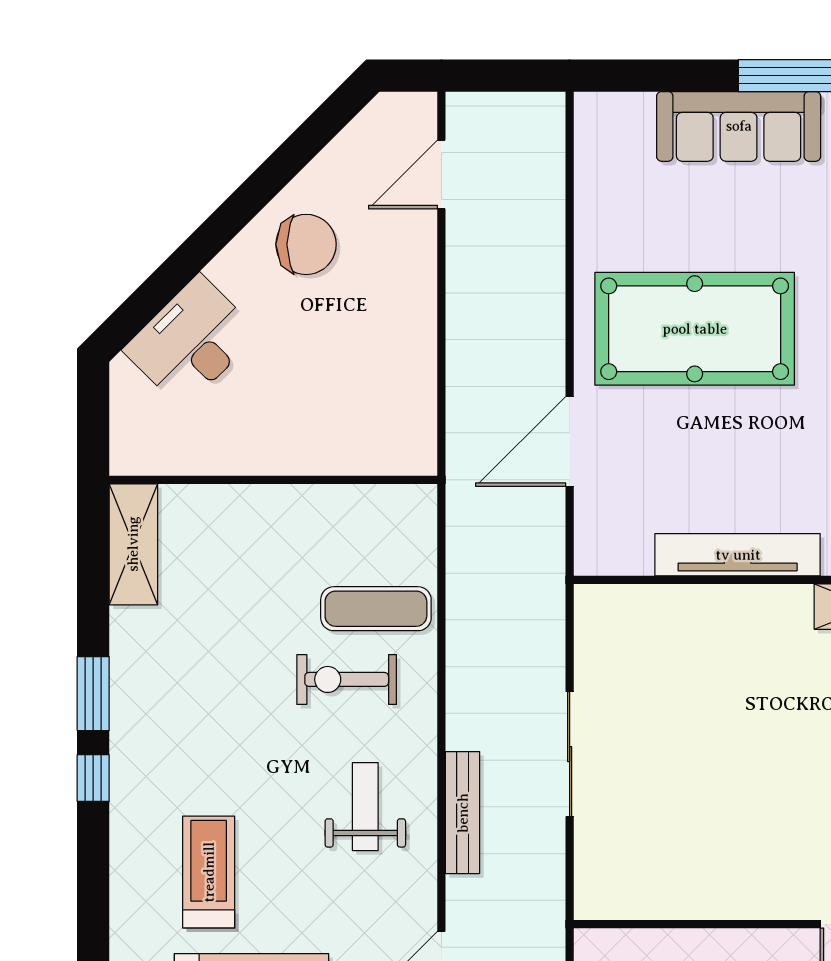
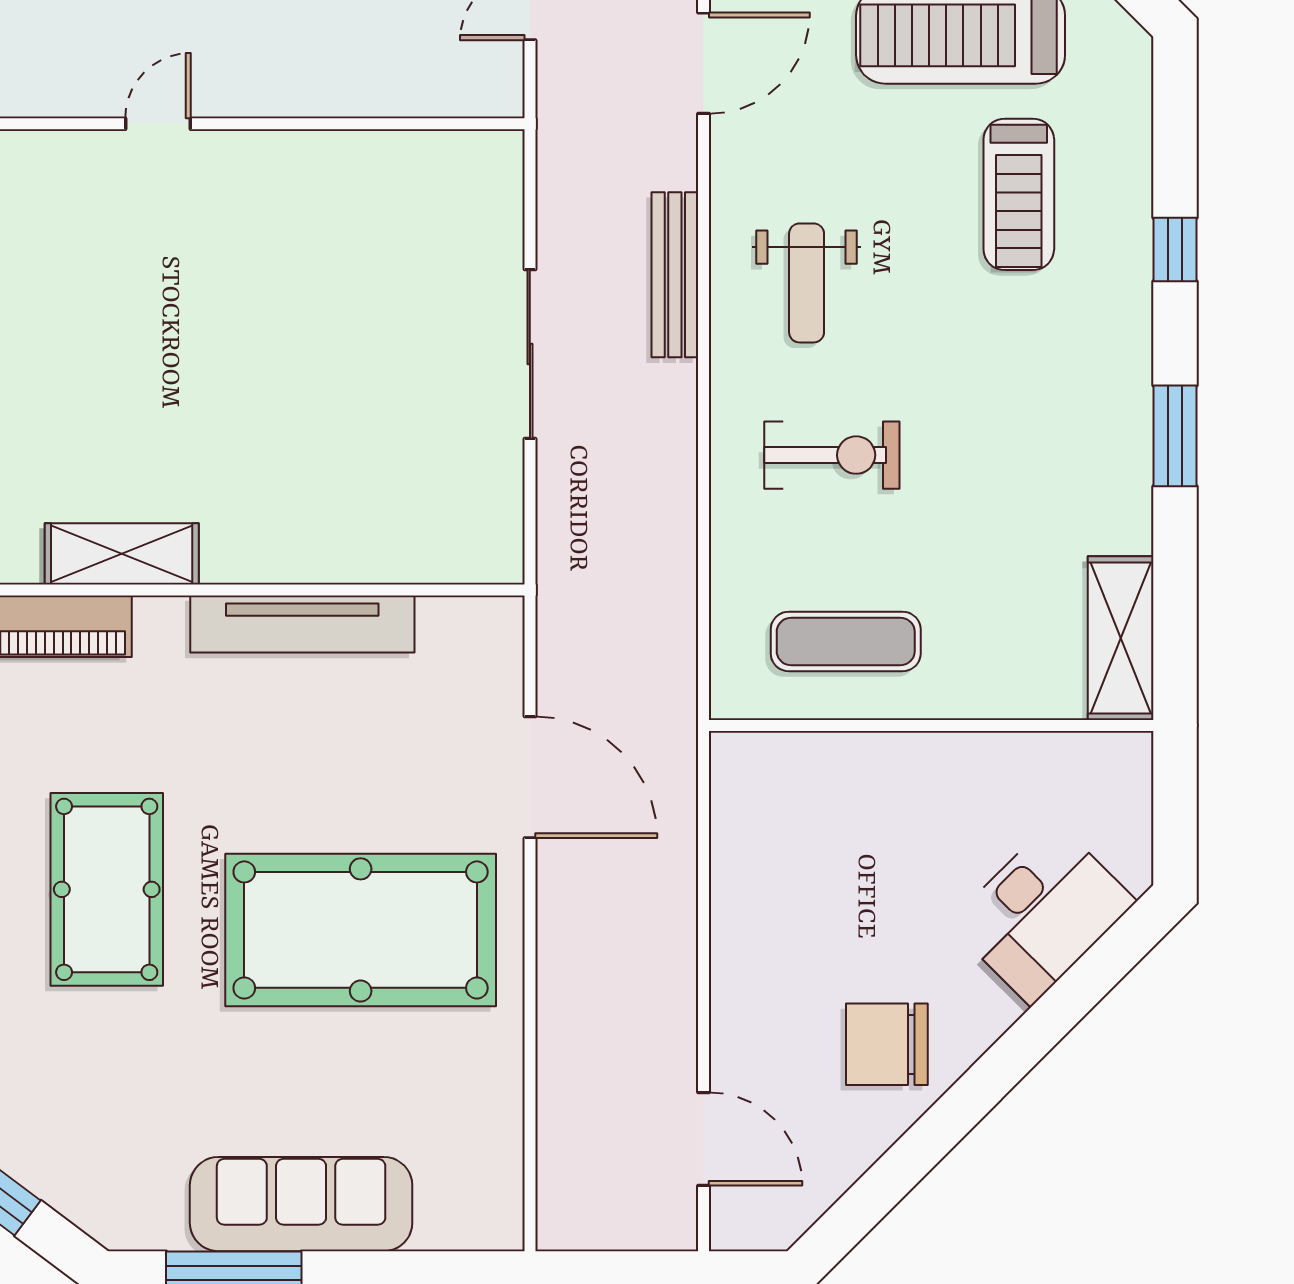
door: (441, 174) -> (703, 1139), hinge flipped
door: (570, 442) -> (530, 777), hinge flipped
exercise mat: (376, 609) -> (846, 641), moved
window: (93, 778) -> (1175, 249), moved

